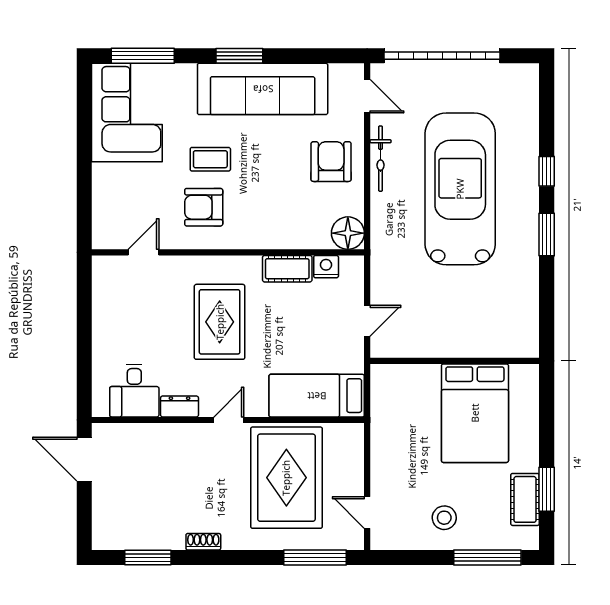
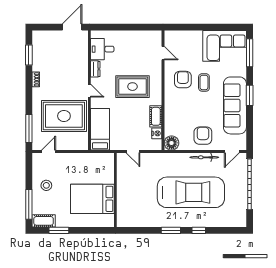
armchair: (331, 162) -> (203, 136), turned -90
cot: (525, 499) -> (44, 221), moved

